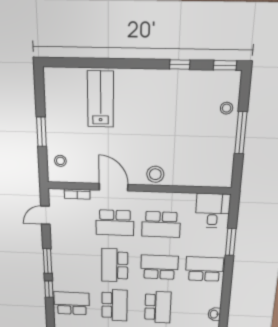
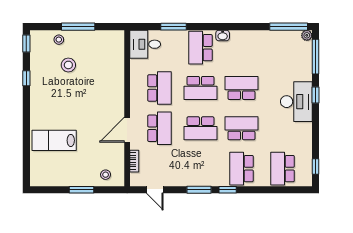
stool: (155, 174) -> (68, 65), moved
school desk: (159, 267) -> (200, 88), turned -90
washbasin: (214, 314) -> (223, 35), moved

